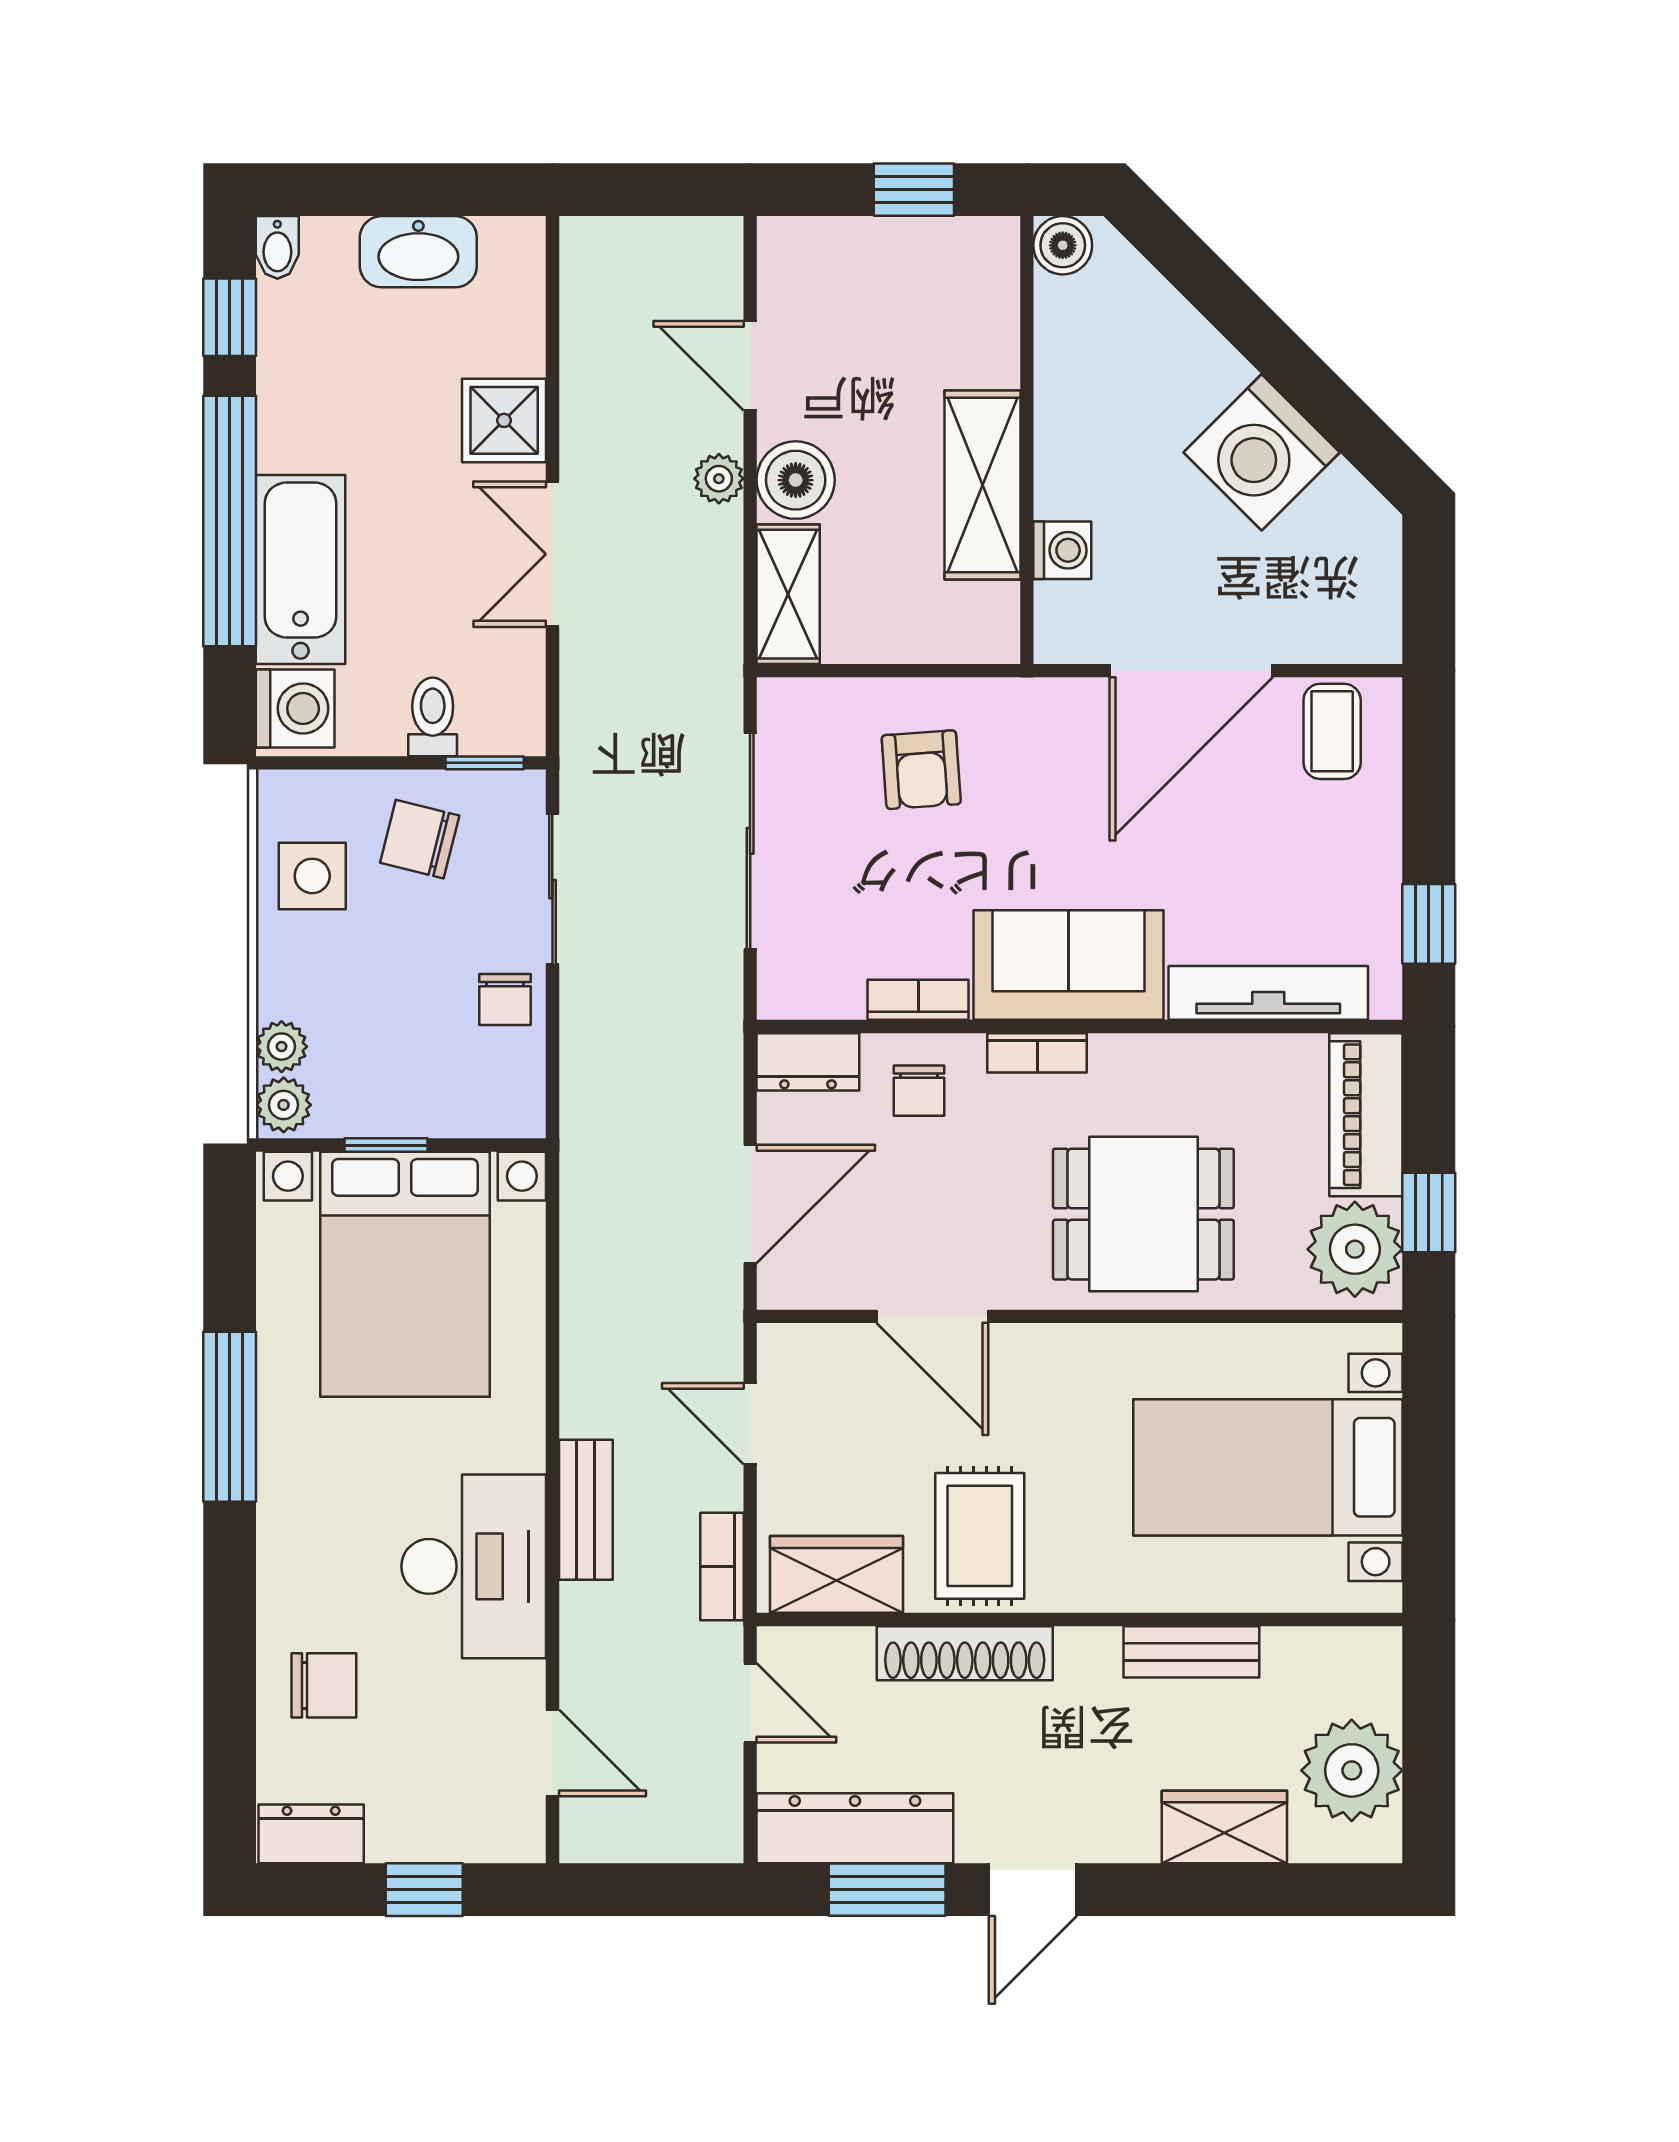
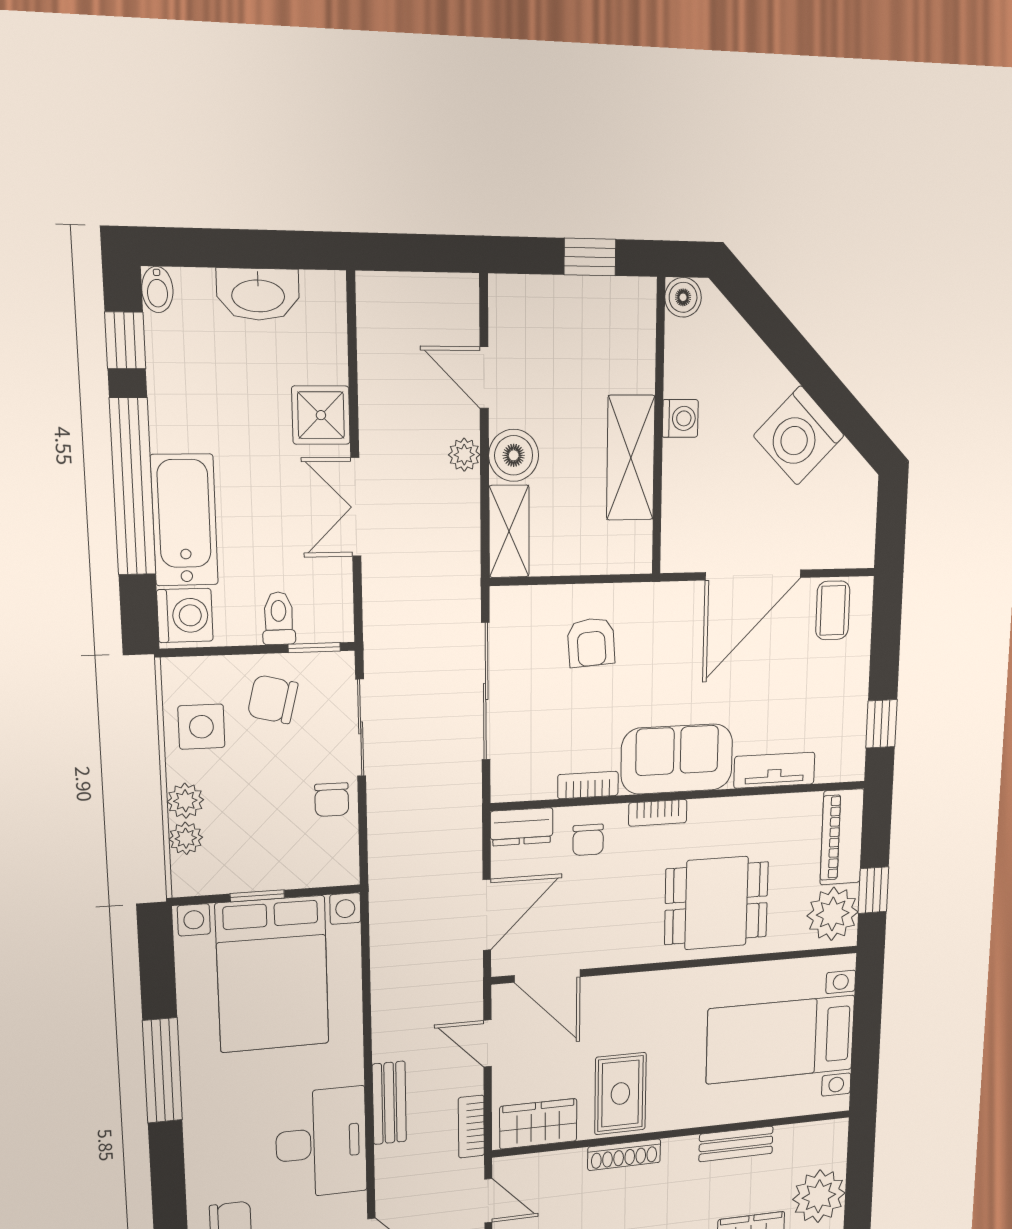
washing machine: (1062, 550) -> (680, 418), moved
tv unit: (1268, 993) -> (774, 770), width x0.71
plant: (284, 1105) -> (185, 801), moved
door: (932, 1316) -> (547, 976), moved
shoe rack: (965, 1653) -> (624, 1155), width x0.74, depth x0.81

